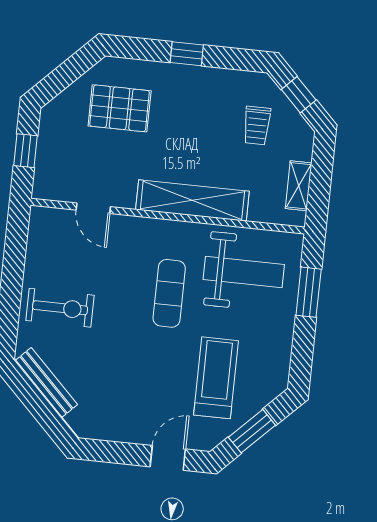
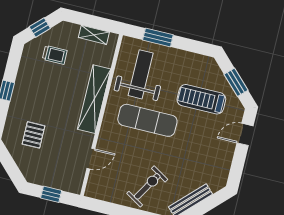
pallet: (120, 108) -> (33, 135), width x0.67, depth x0.71
exercise mat: (169, 293) -> (147, 120), width x1.36, depth x1.45
exercise bike: (60, 308) -> (147, 186), turned 31
door: (168, 458) -> (245, 134), hinge flipped

